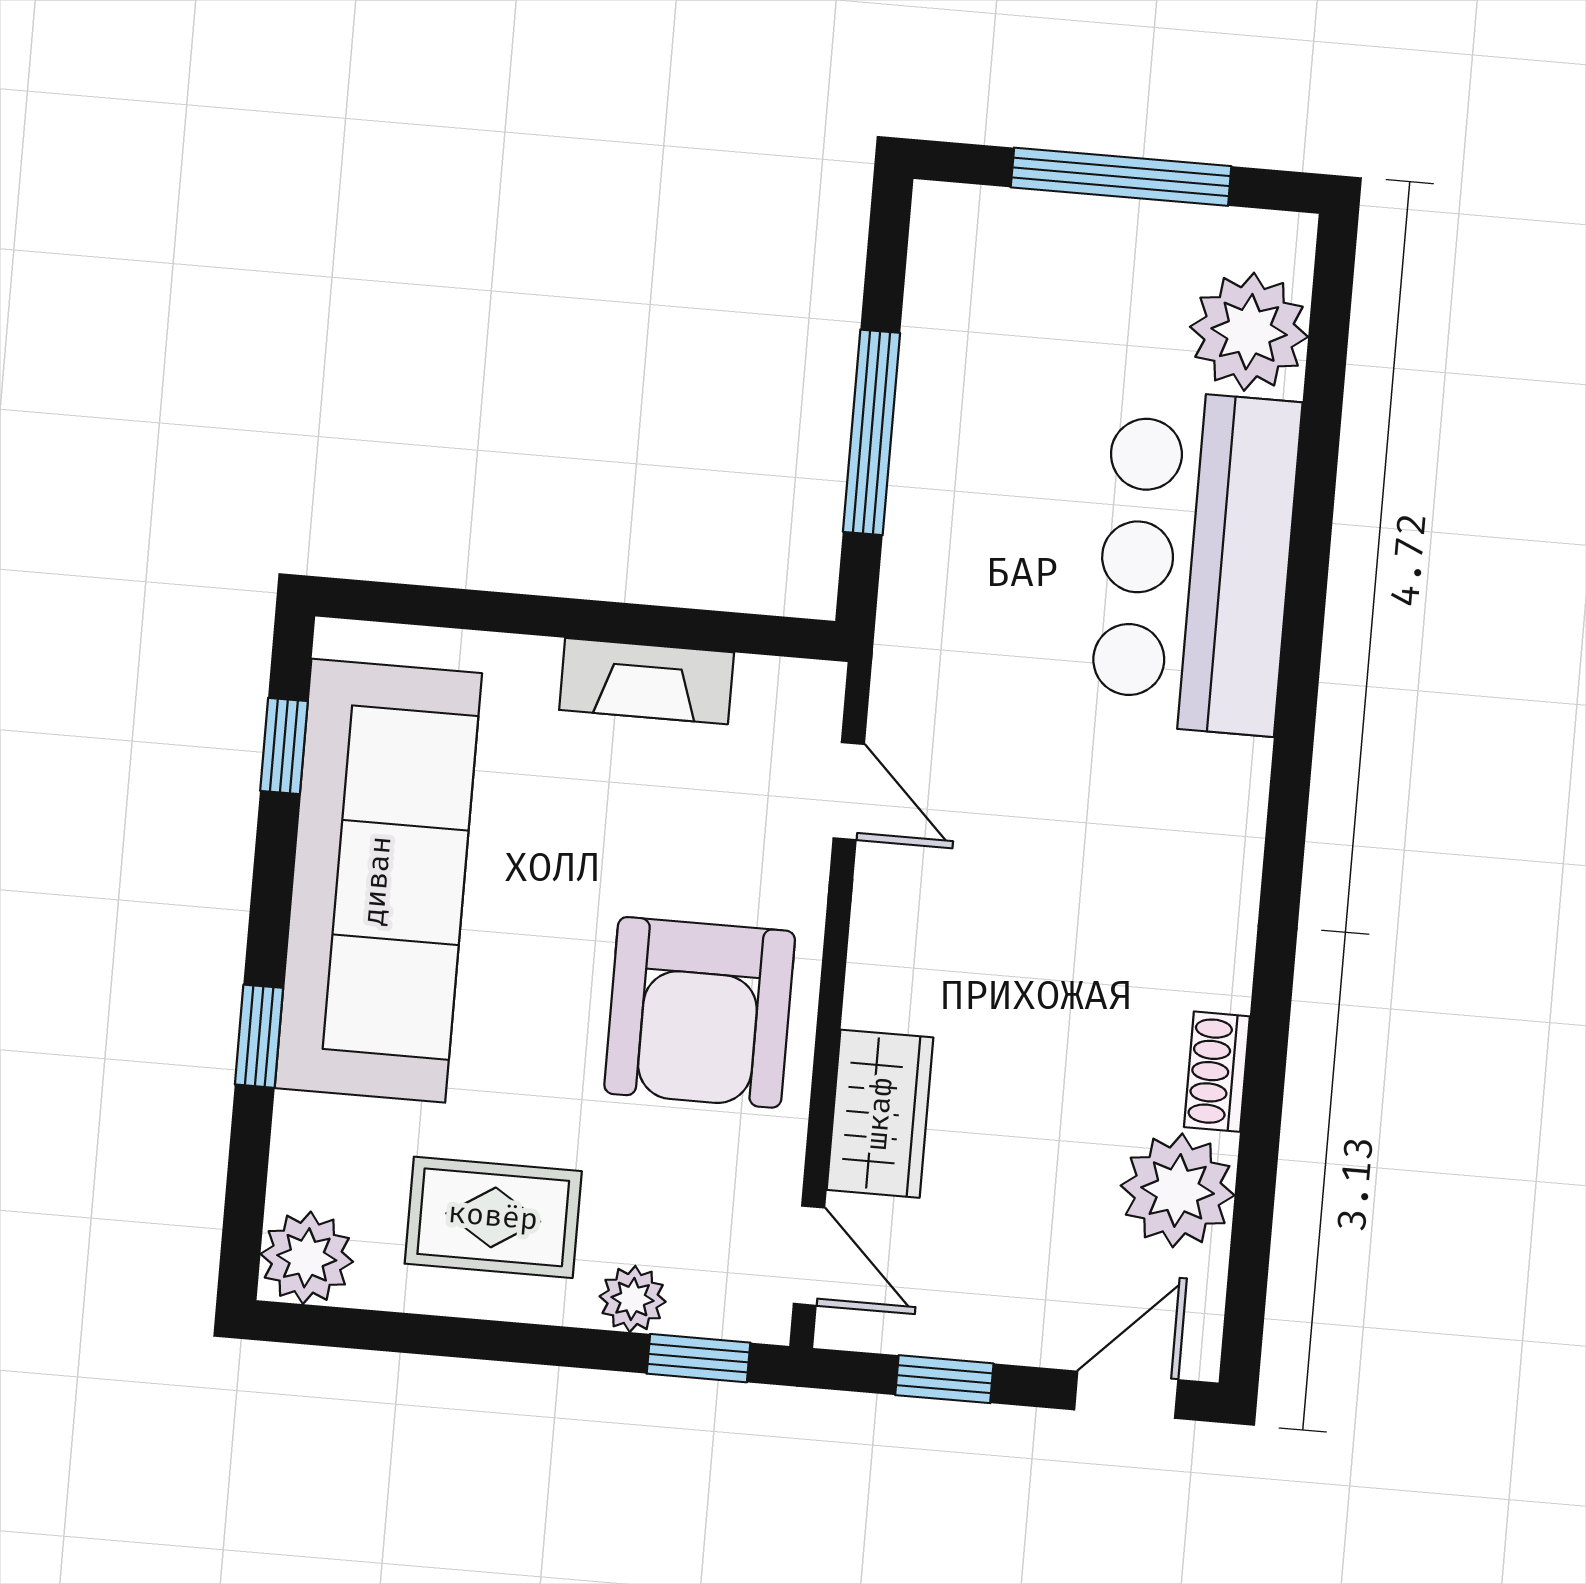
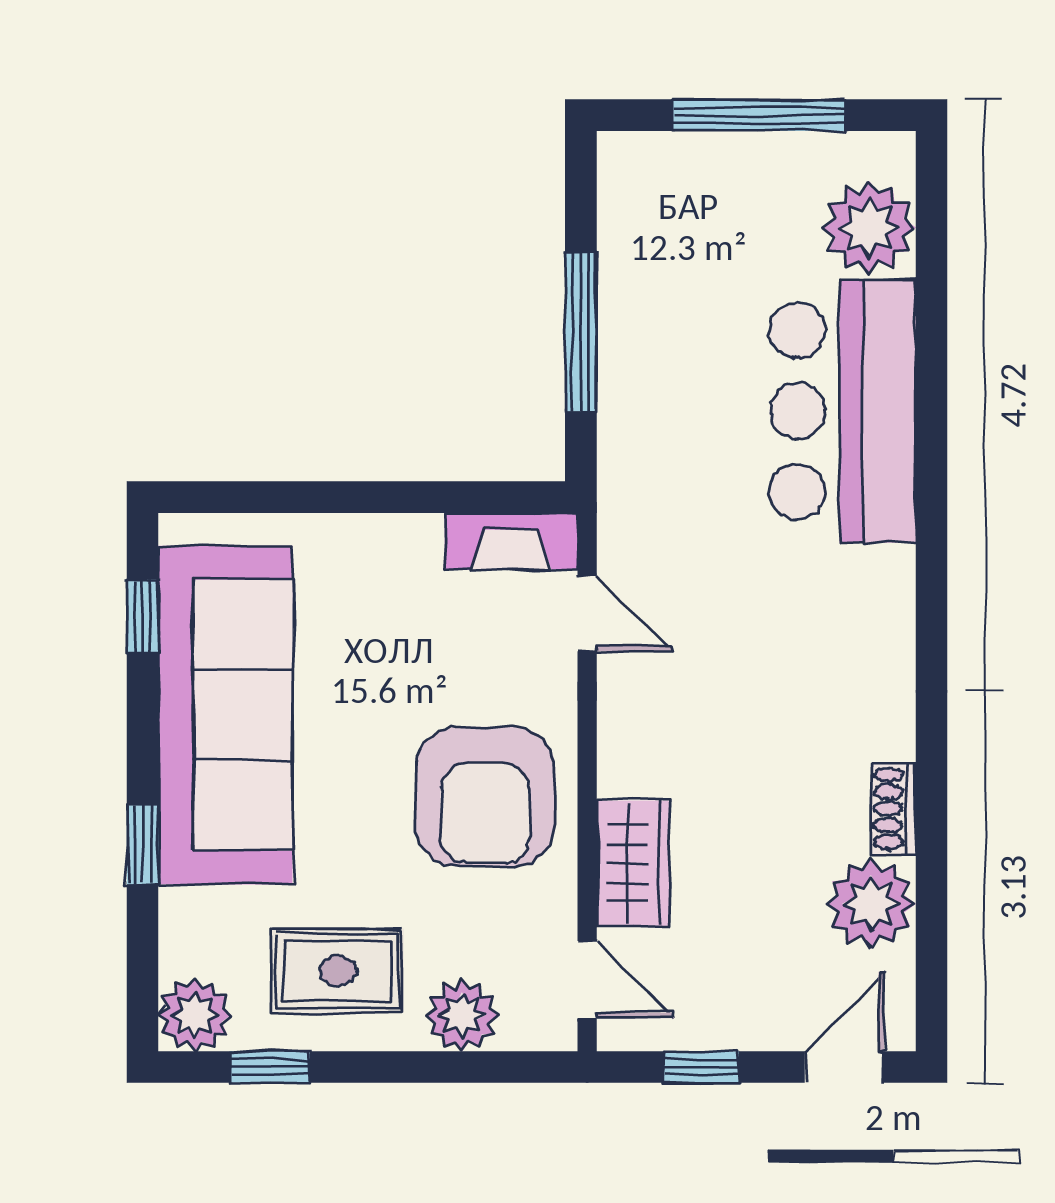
fireplace: (647, 681) -> (511, 541), moved
plant: (633, 1299) -> (462, 1015), width x1.38, depth x1.38
window: (698, 1358) -> (270, 1067), moved

